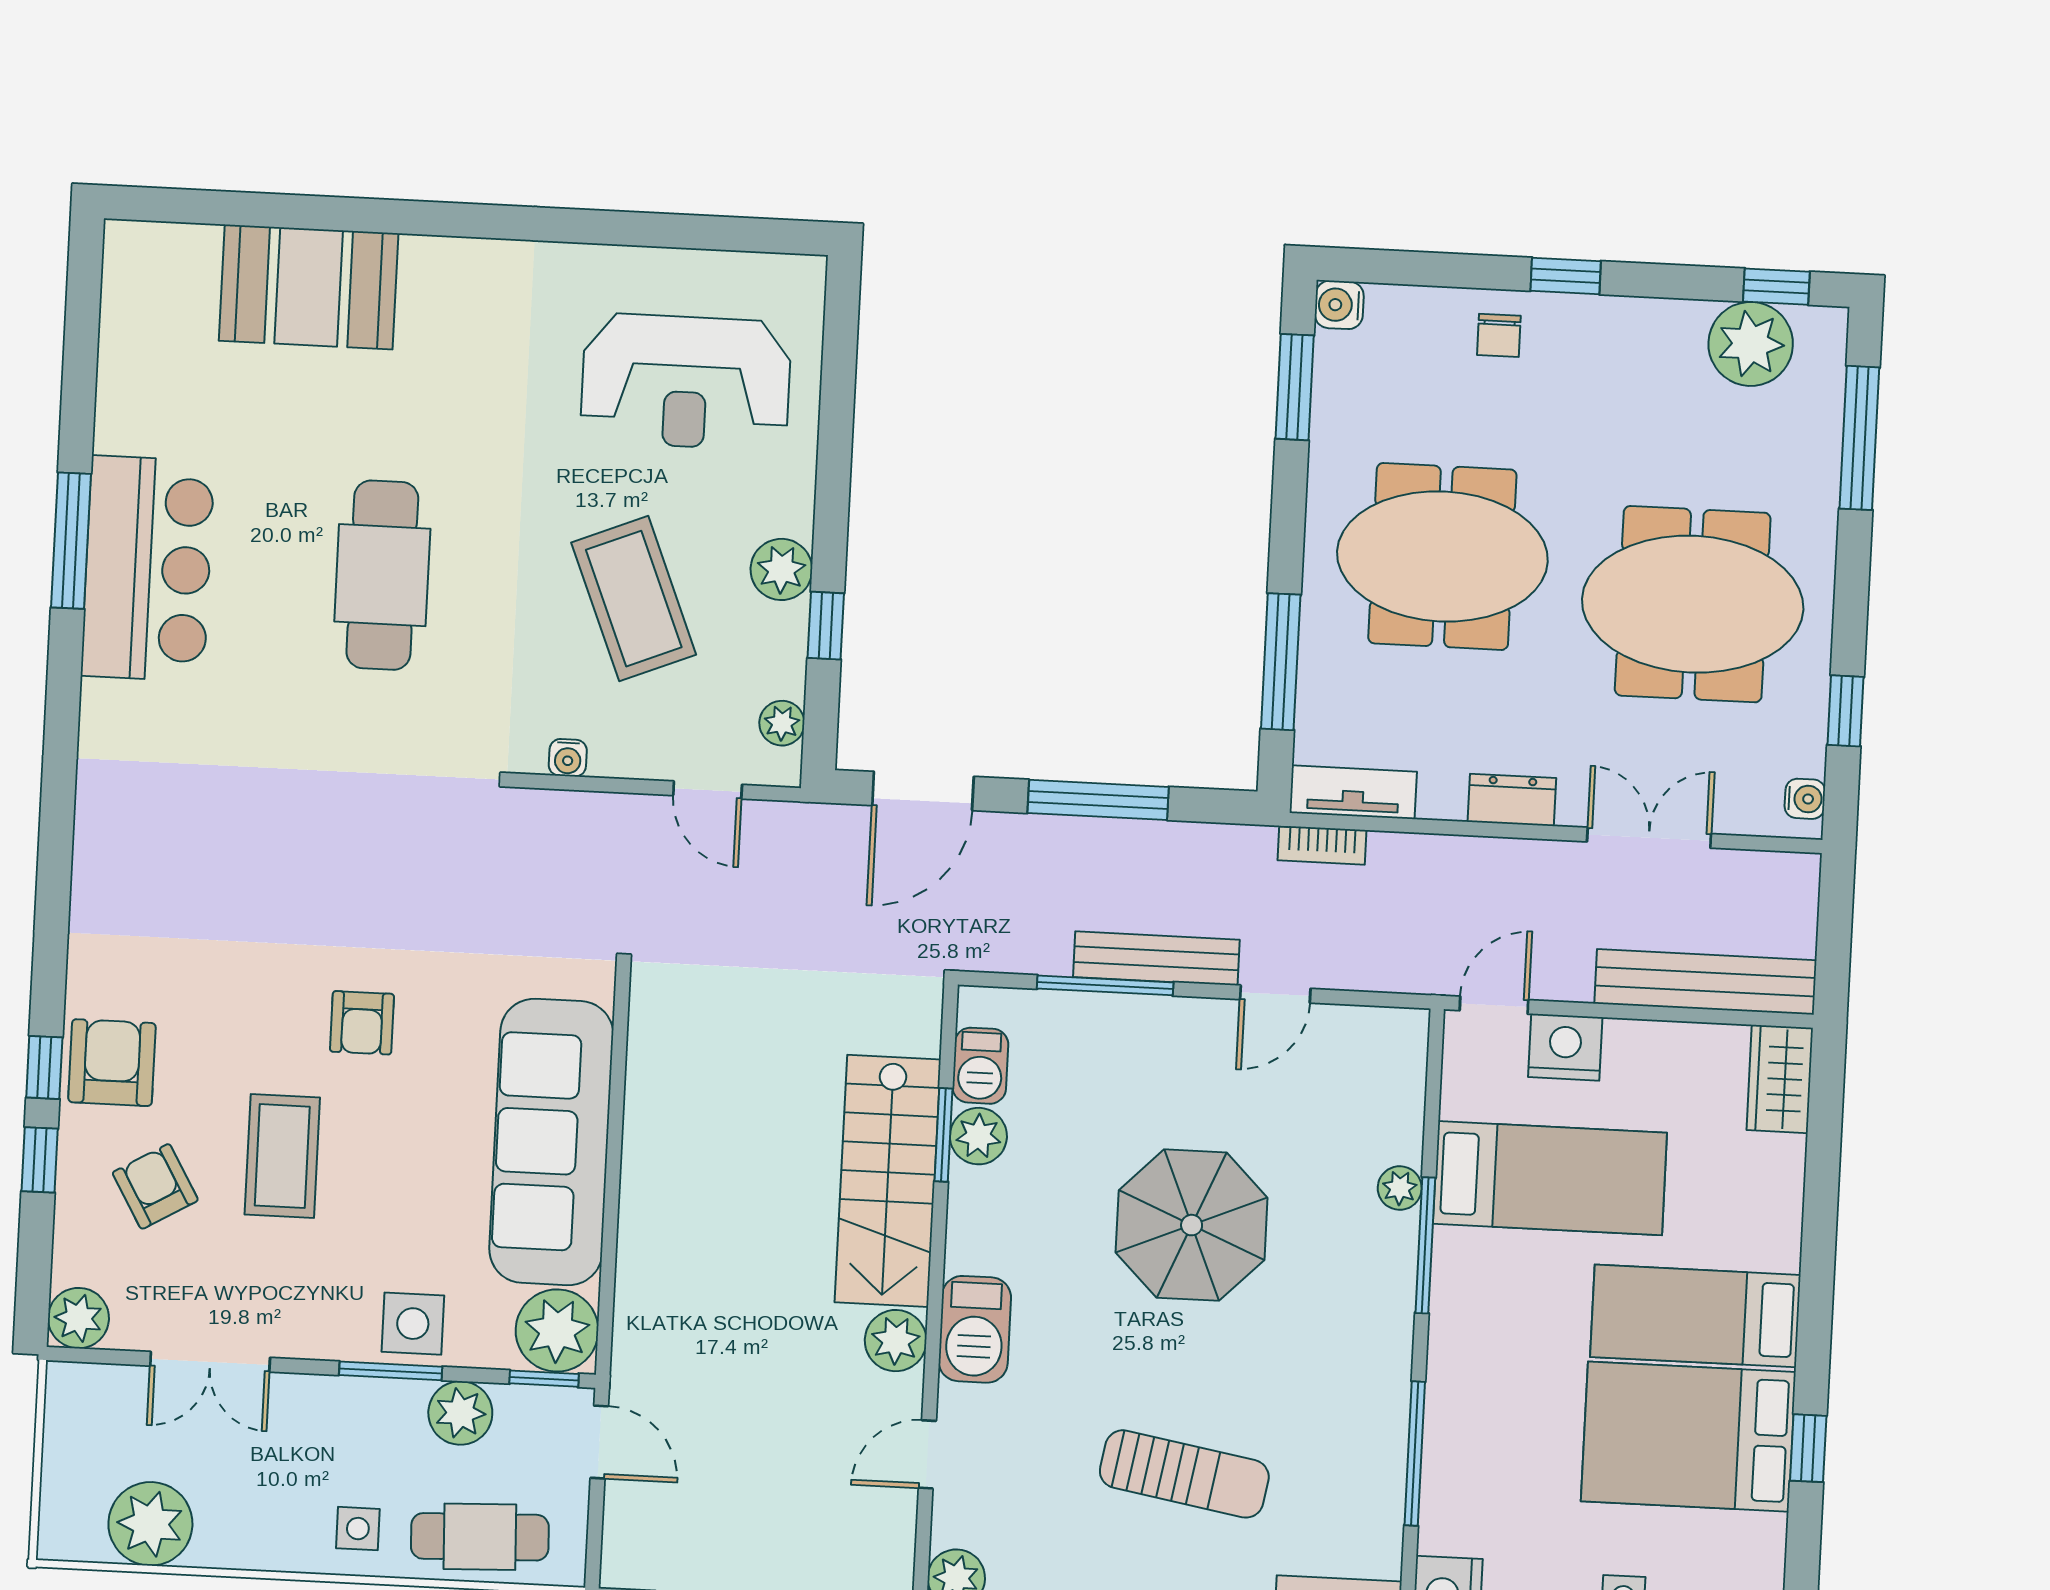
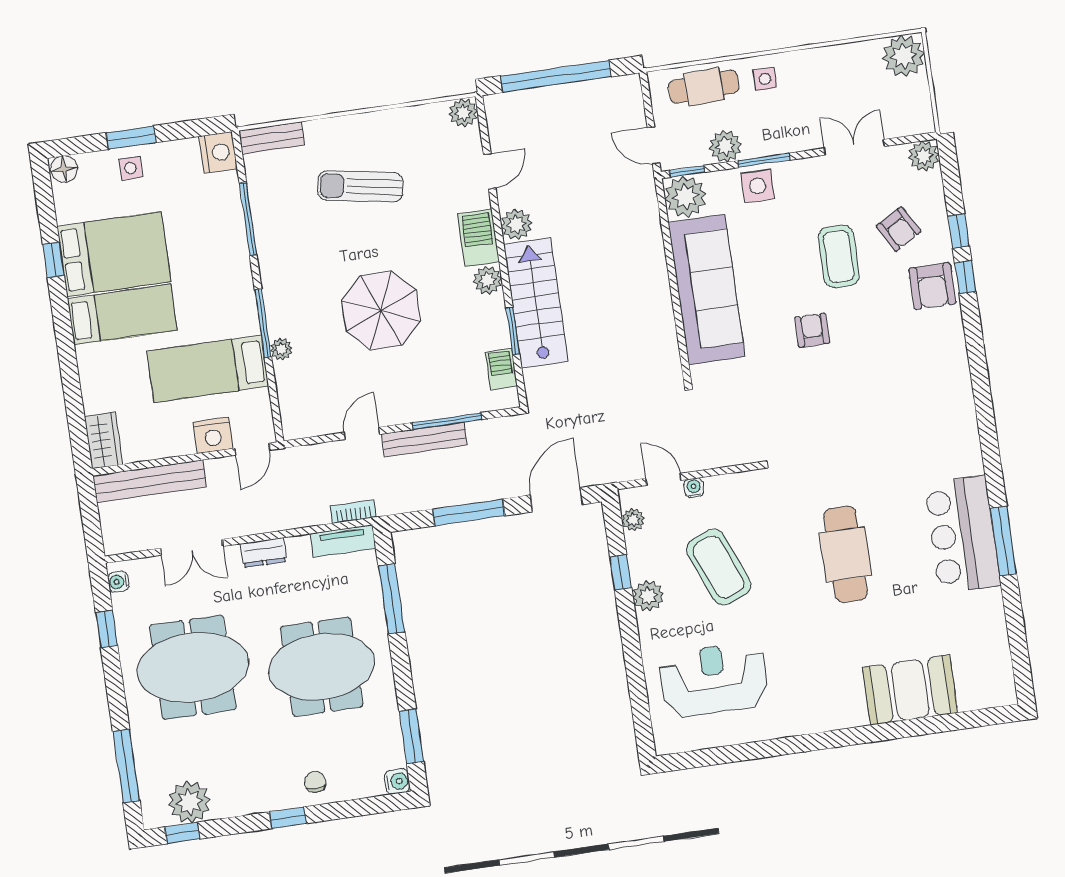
water cooler: (568, 758) -> (694, 488), moved
plant: (978, 1136) -> (488, 280), moved
plant: (150, 1524) -> (904, 56), moved

